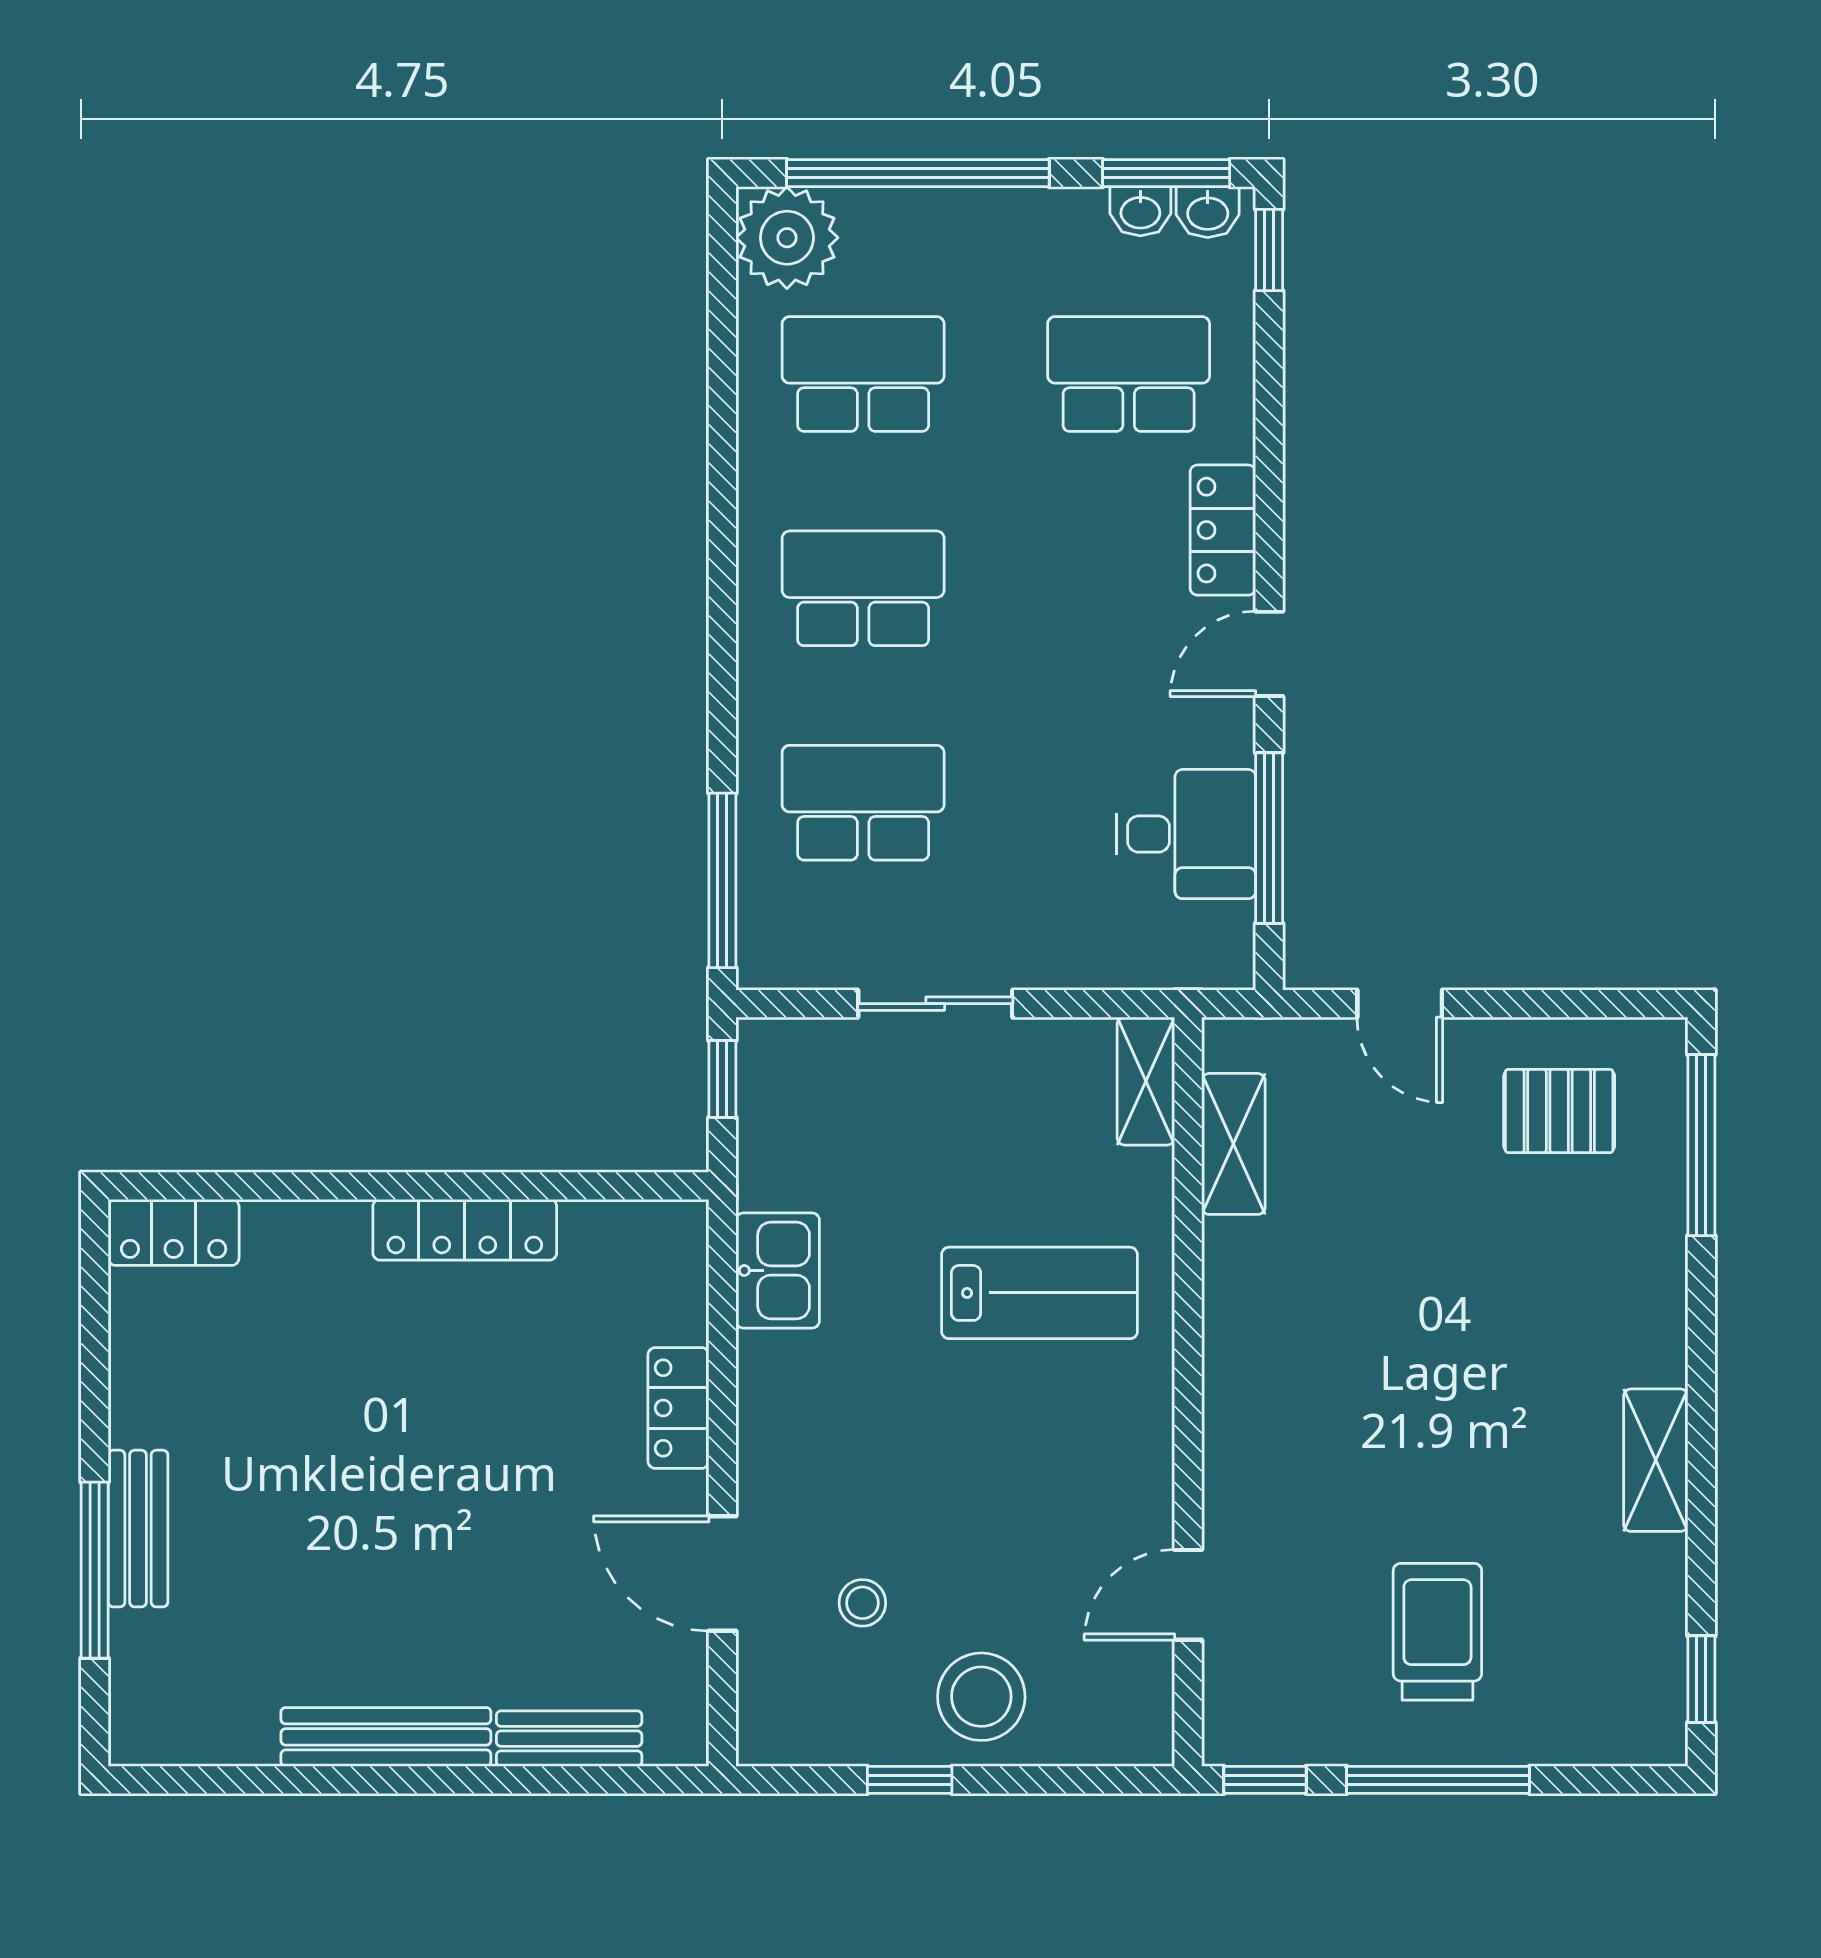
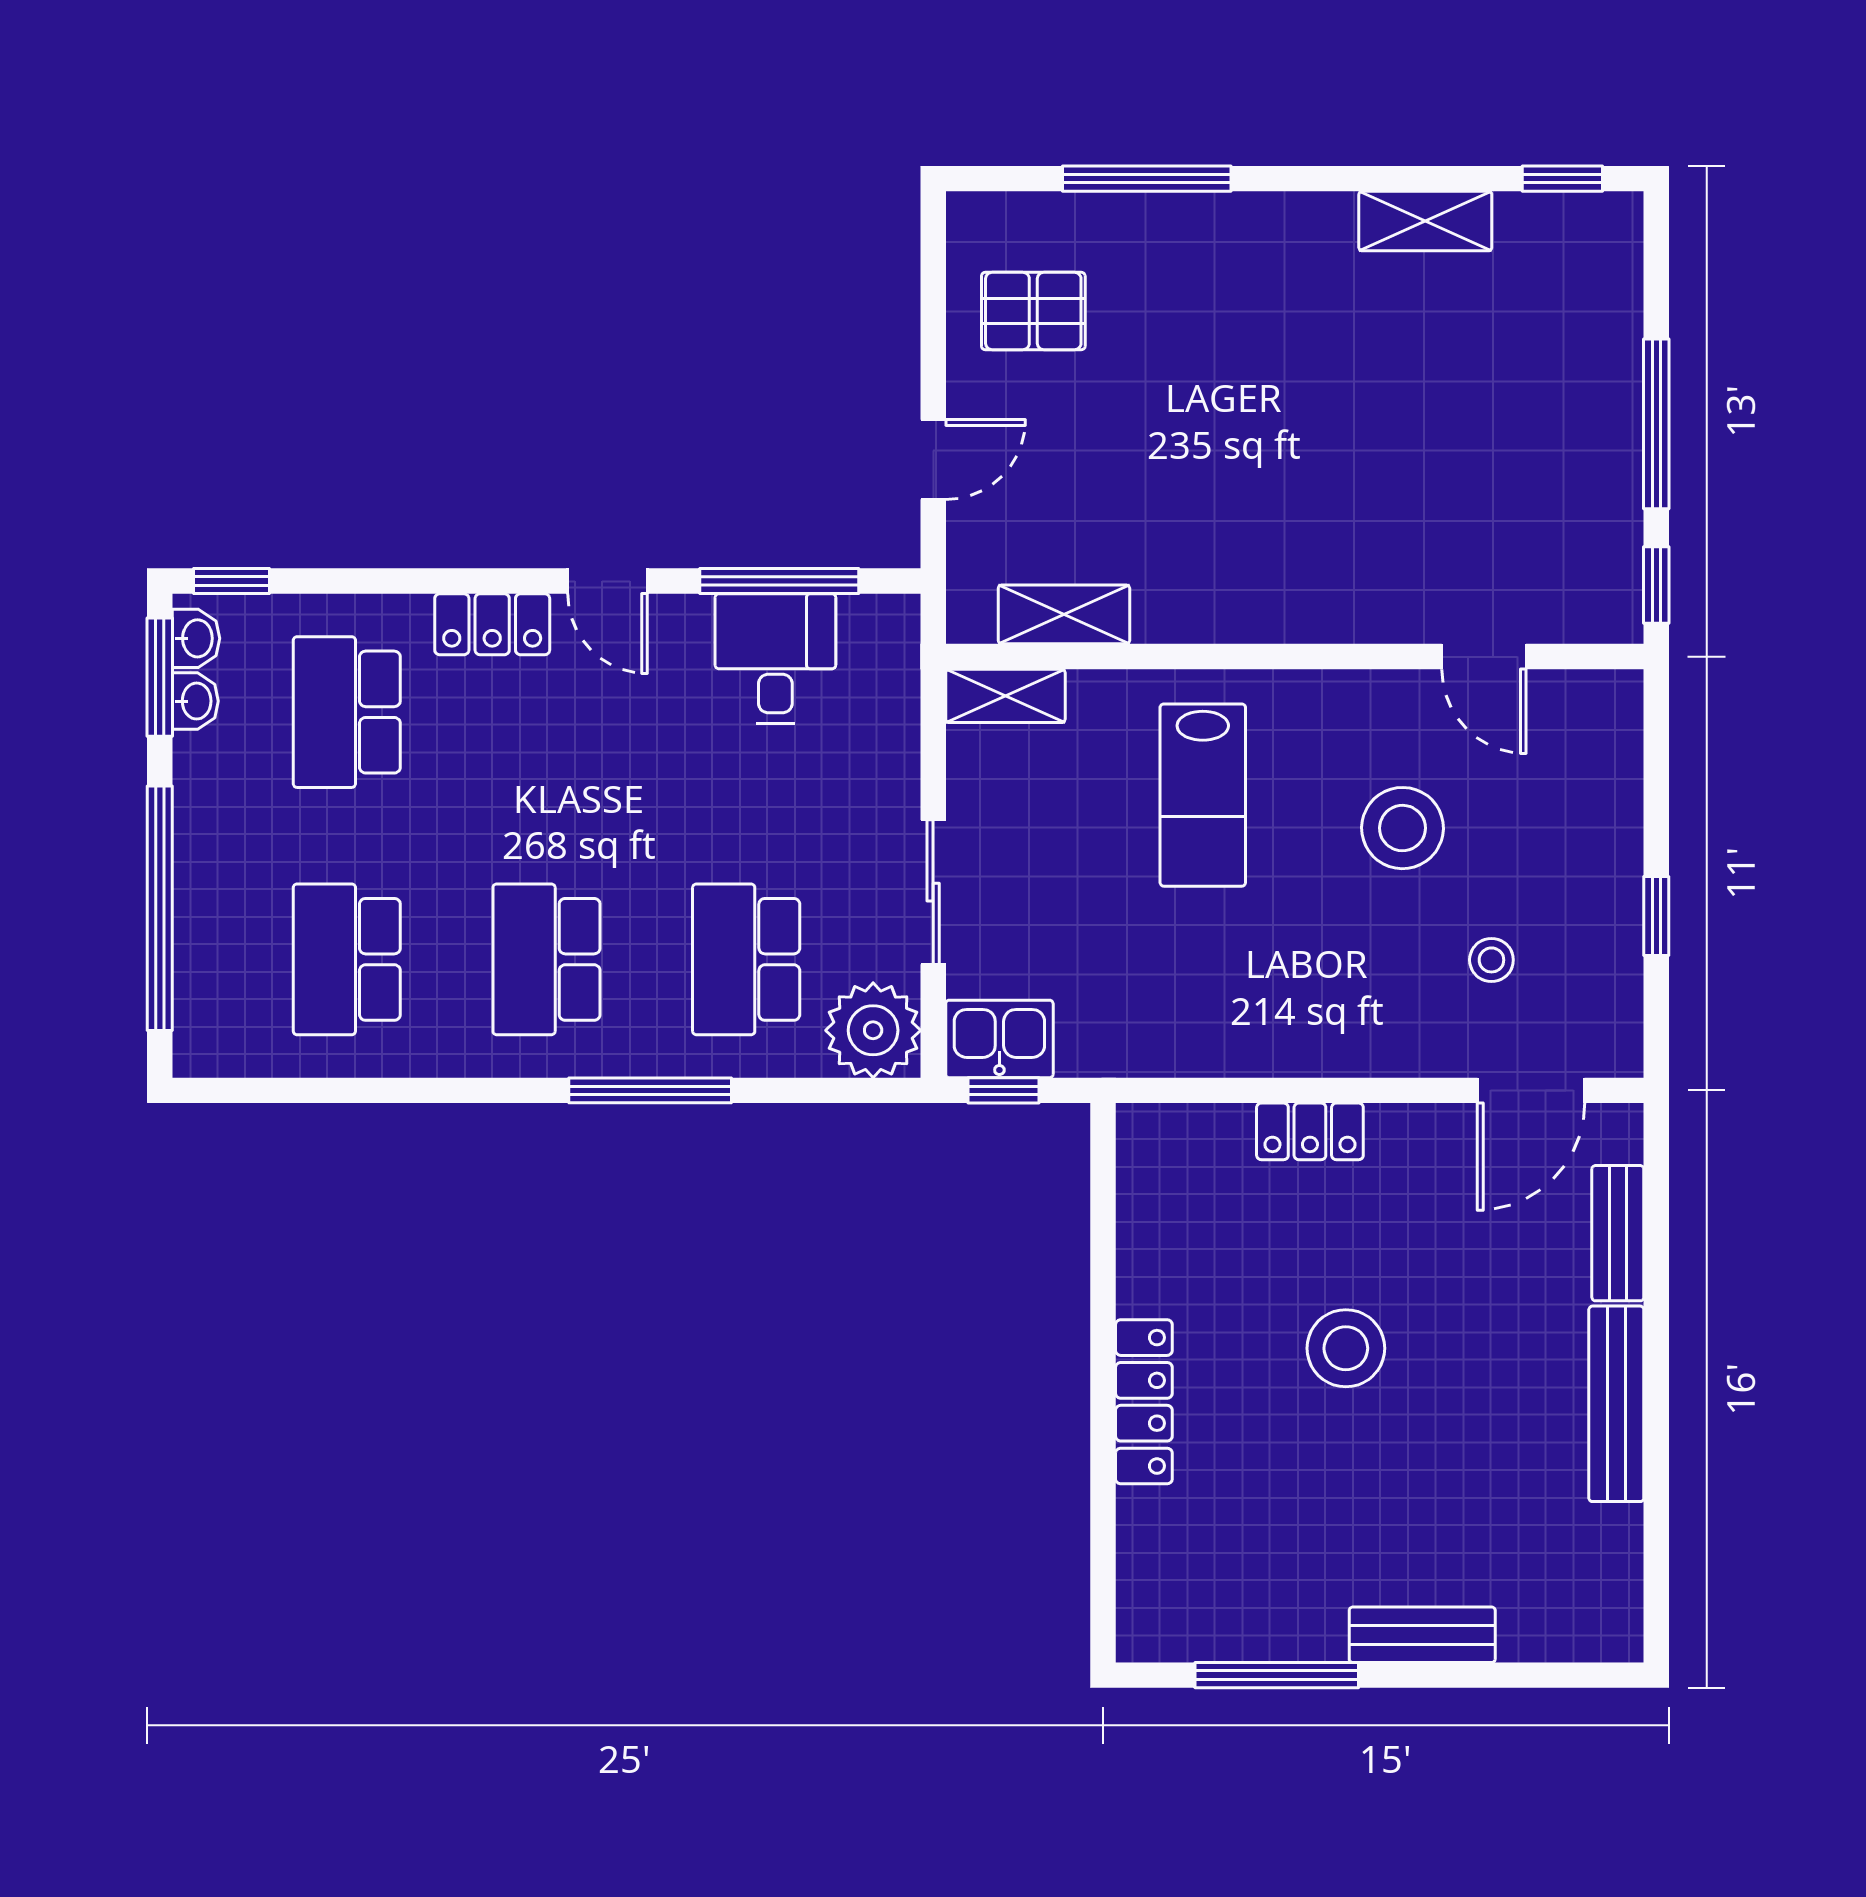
plant: (787, 238) -> (873, 1030), moved
window: (722, 880) -> (650, 1090), moved
pallet: (1559, 1111) -> (1033, 311), turned 90
window: (1701, 1145) -> (1147, 179), moved
locker: (465, 1230) -> (1144, 1402), moved
locker: (174, 1232) -> (1146, 1602), removed
kitchen sink: (778, 1270) -> (999, 1039), moved
lab bench: (1039, 1293) -> (1203, 795), turned 180
stool: (446, 1447) -> (1346, 1348), added
shelving: (1656, 1460) -> (1425, 221), moved
window: (95, 1570) -> (1277, 1675), moved
door: (722, 1573) -> (1531, 1090), moved
trolley: (1437, 1632) -> (1518, 424), removed
stool: (981, 1697) -> (1402, 828), moved

